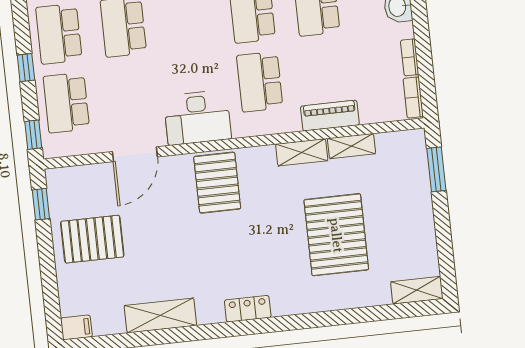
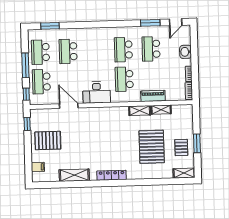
window: (26, 68) -> (25, 65), width x2.17
door: (135, 154) -> (69, 106), swing flipped
window: (436, 169) -> (197, 143), moved
pallet: (217, 183) -> (181, 147), moved, width x0.67, depth x0.71
locker: (248, 309) -> (112, 175), width x1.53
filing cabinet: (76, 327) -> (38, 167), moved

